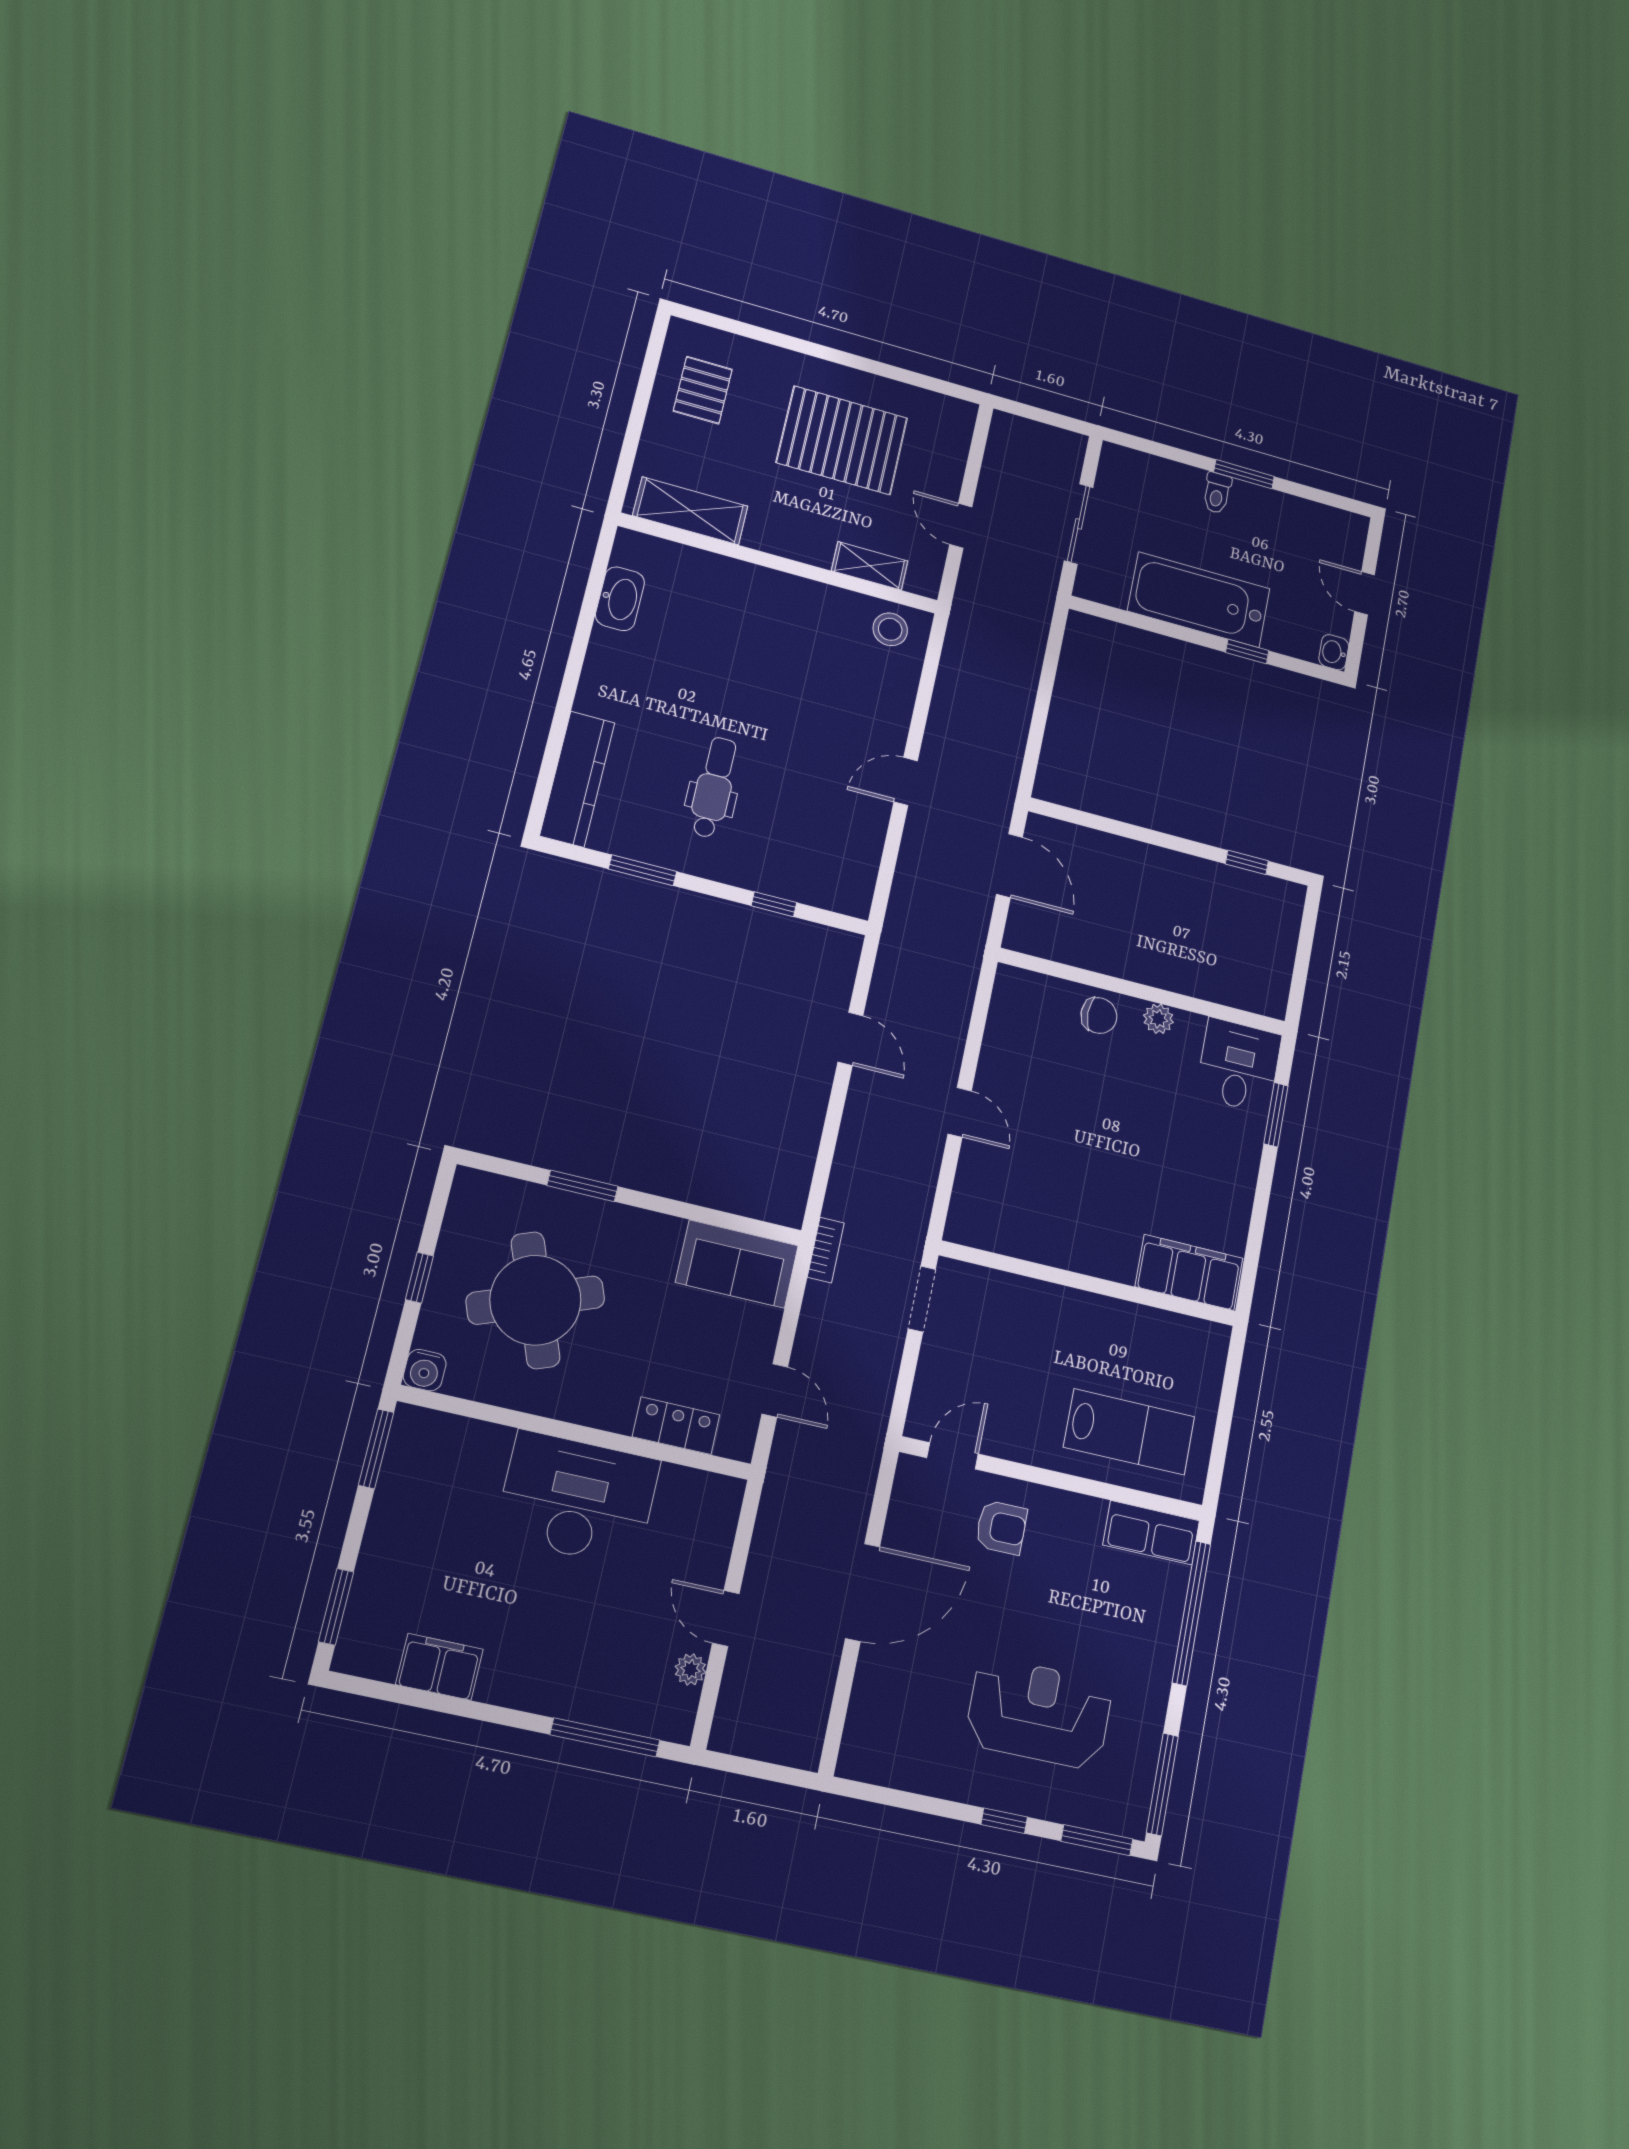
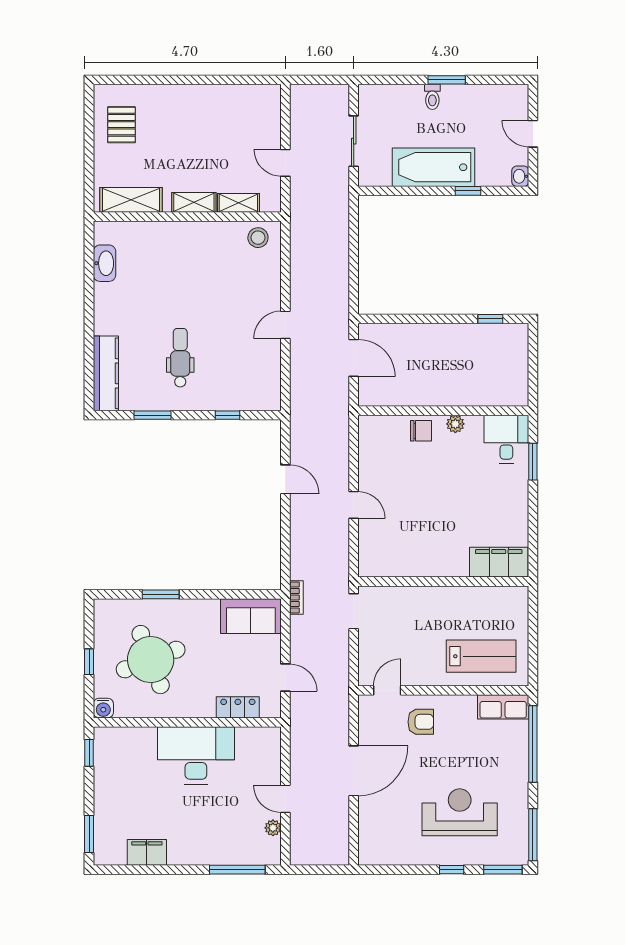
pallet: (842, 440) -> (207, 131), removed
shelving: (795, 544) -> (194, 202), added
window: (376, 1449) -> (89, 753), width x0.67

